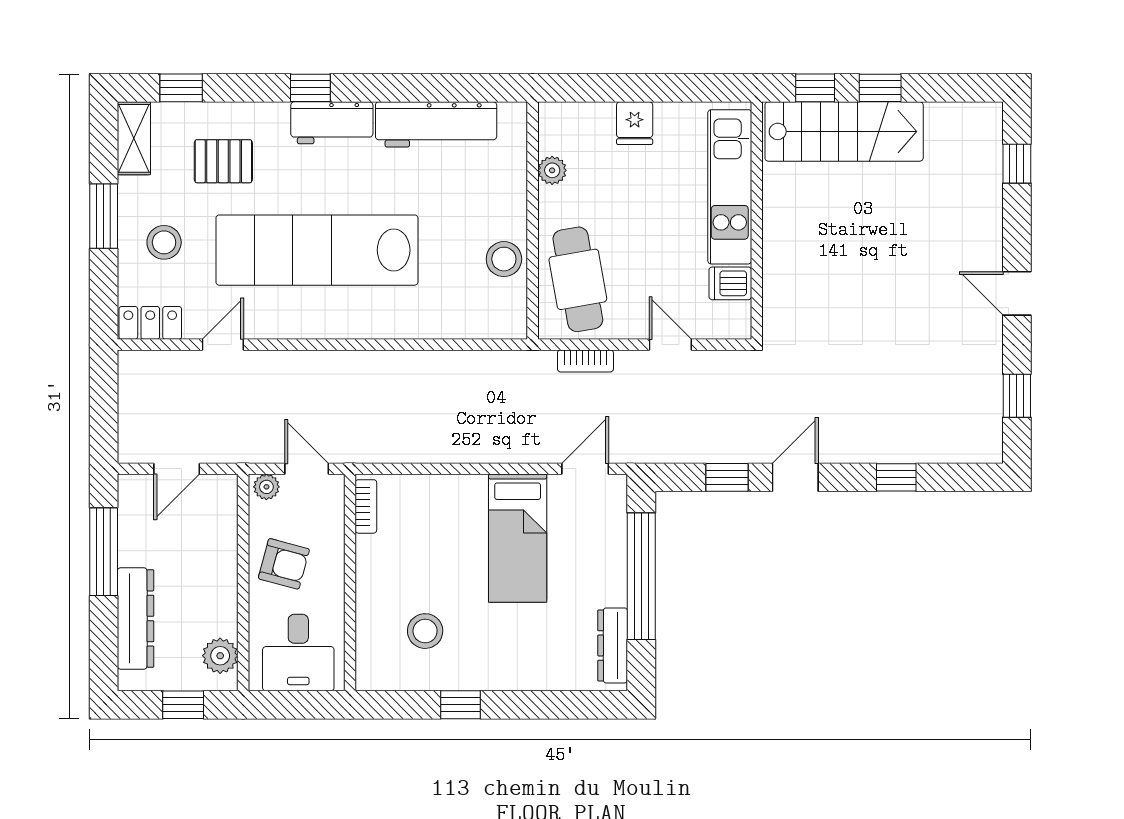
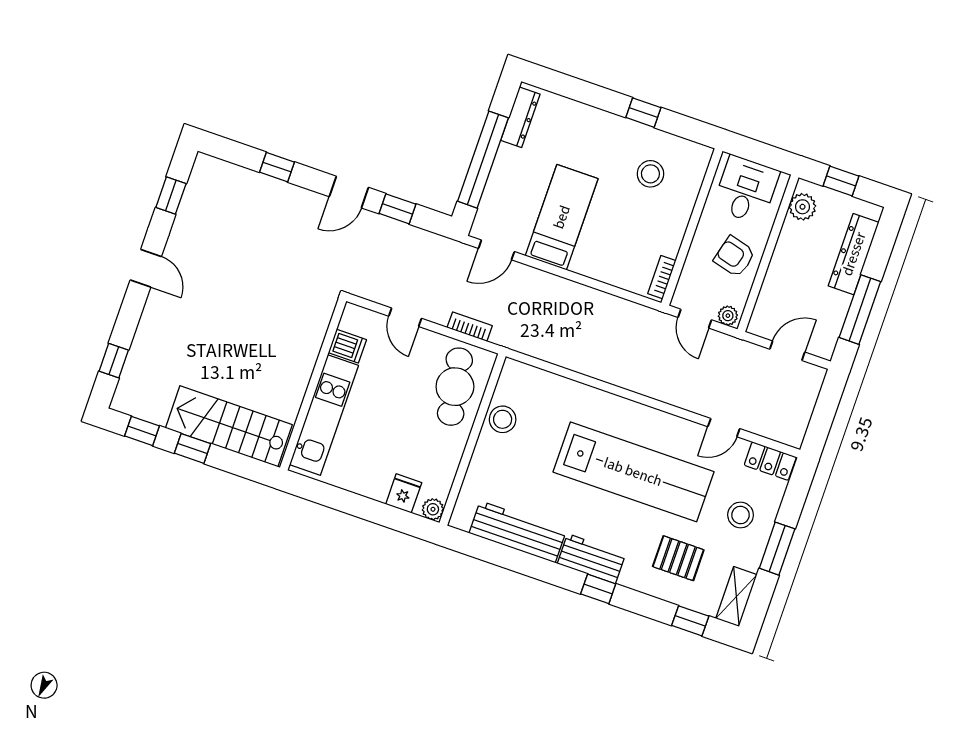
window: (815, 88) -> (142, 431), moved
fridge: (635, 123) -> (404, 493), moved
plant: (552, 170) -> (433, 509), moved

